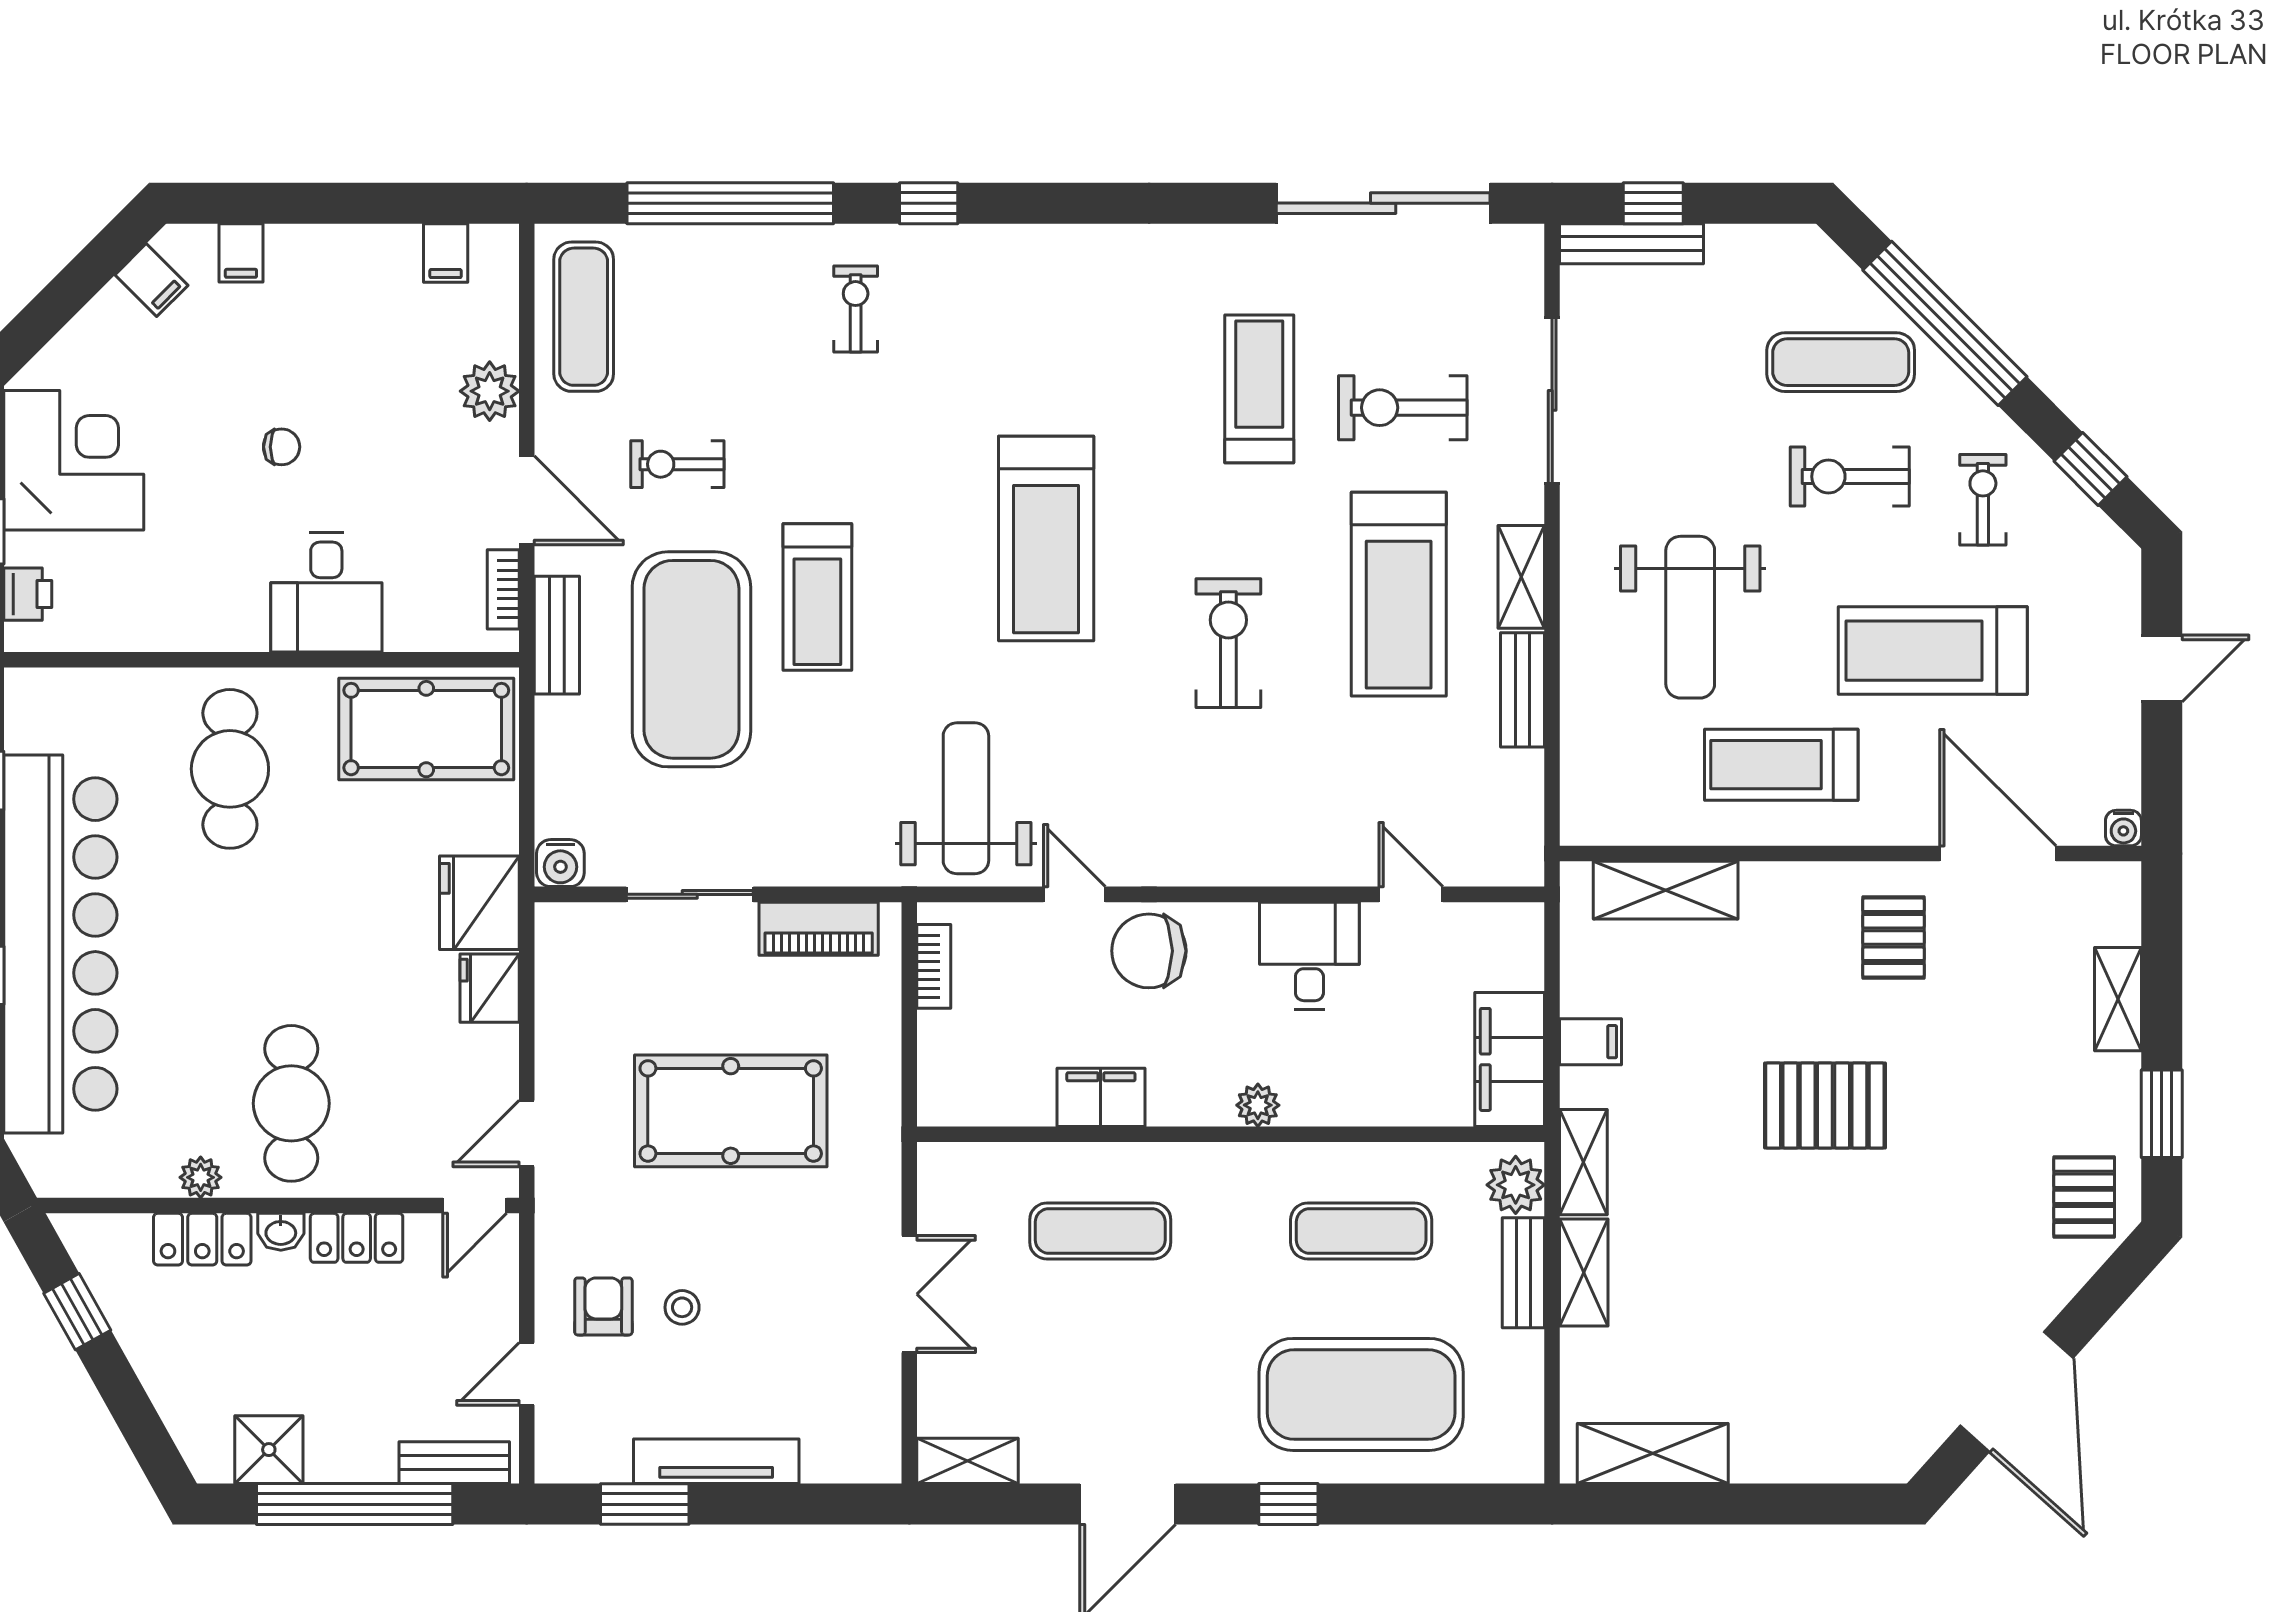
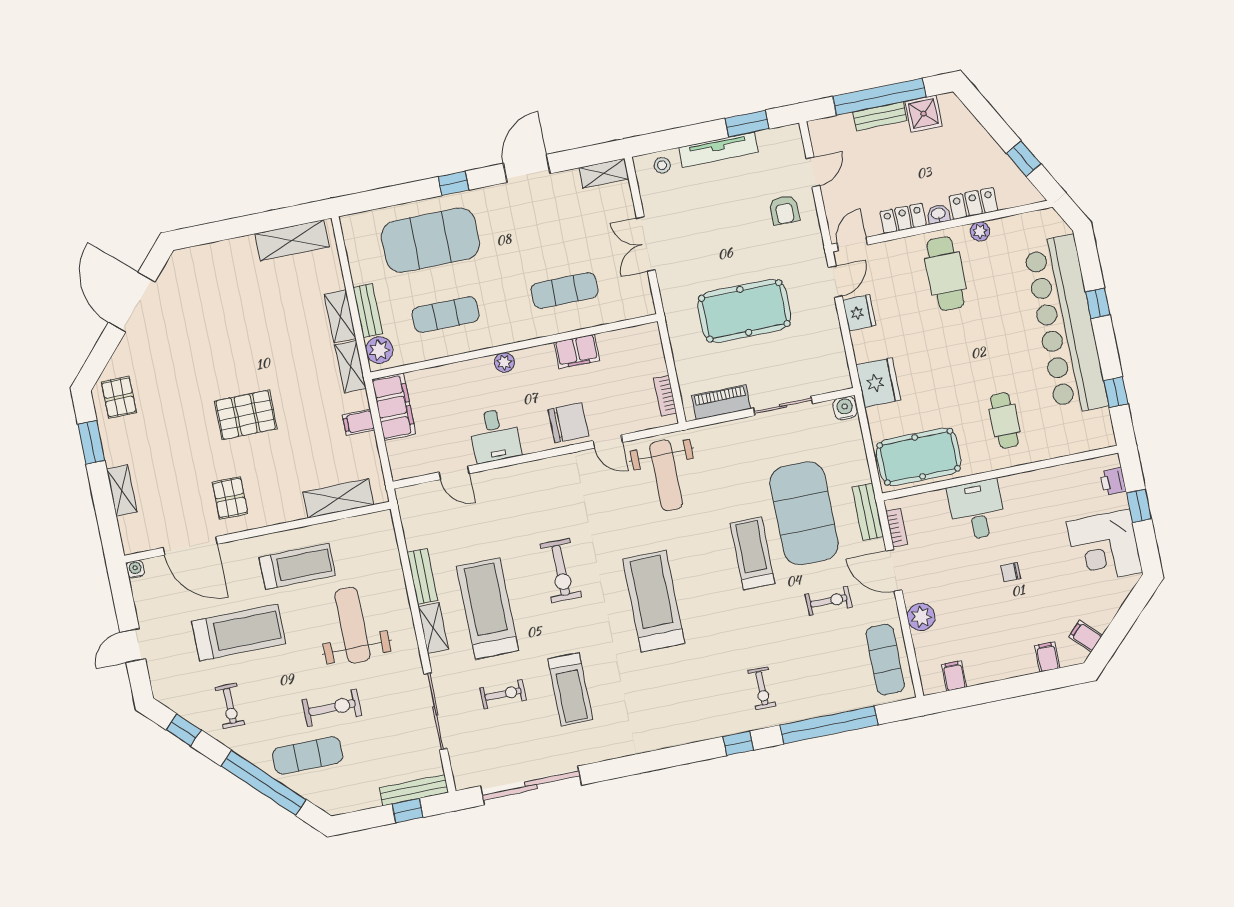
exercise bike: (1403, 408) -> (503, 694), width x0.73, depth x0.72
exercise bike: (1850, 477) -> (332, 708), moved
cafe table: (230, 769) -> (1004, 420), width x0.73, depth x0.74
fridge: (490, 988) -> (859, 313), moved
stool: (682, 1307) -> (662, 165), moved
bench: (454, 1463) -> (880, 116), moved

